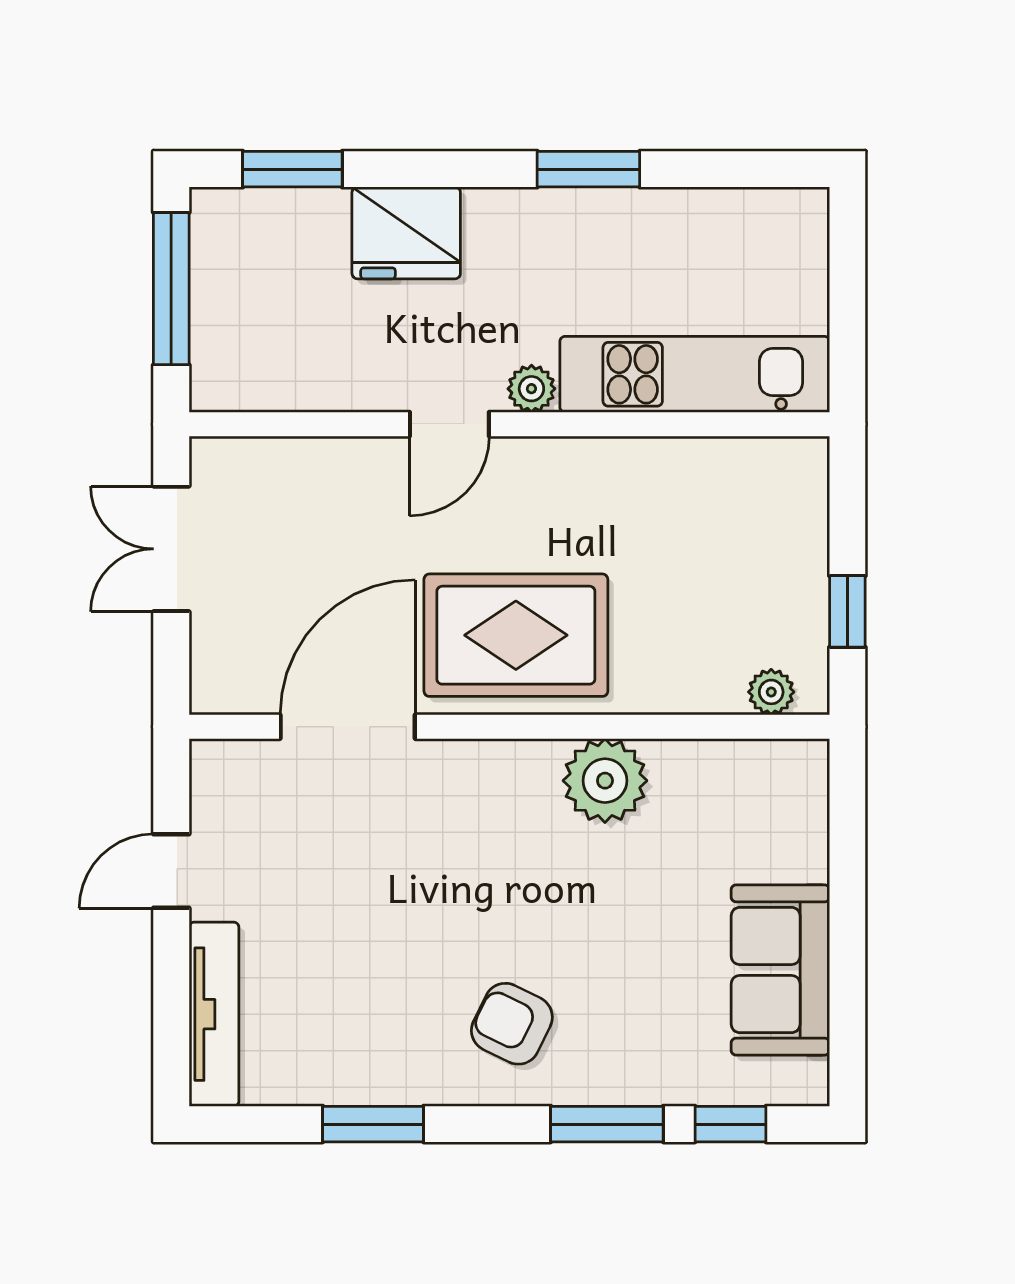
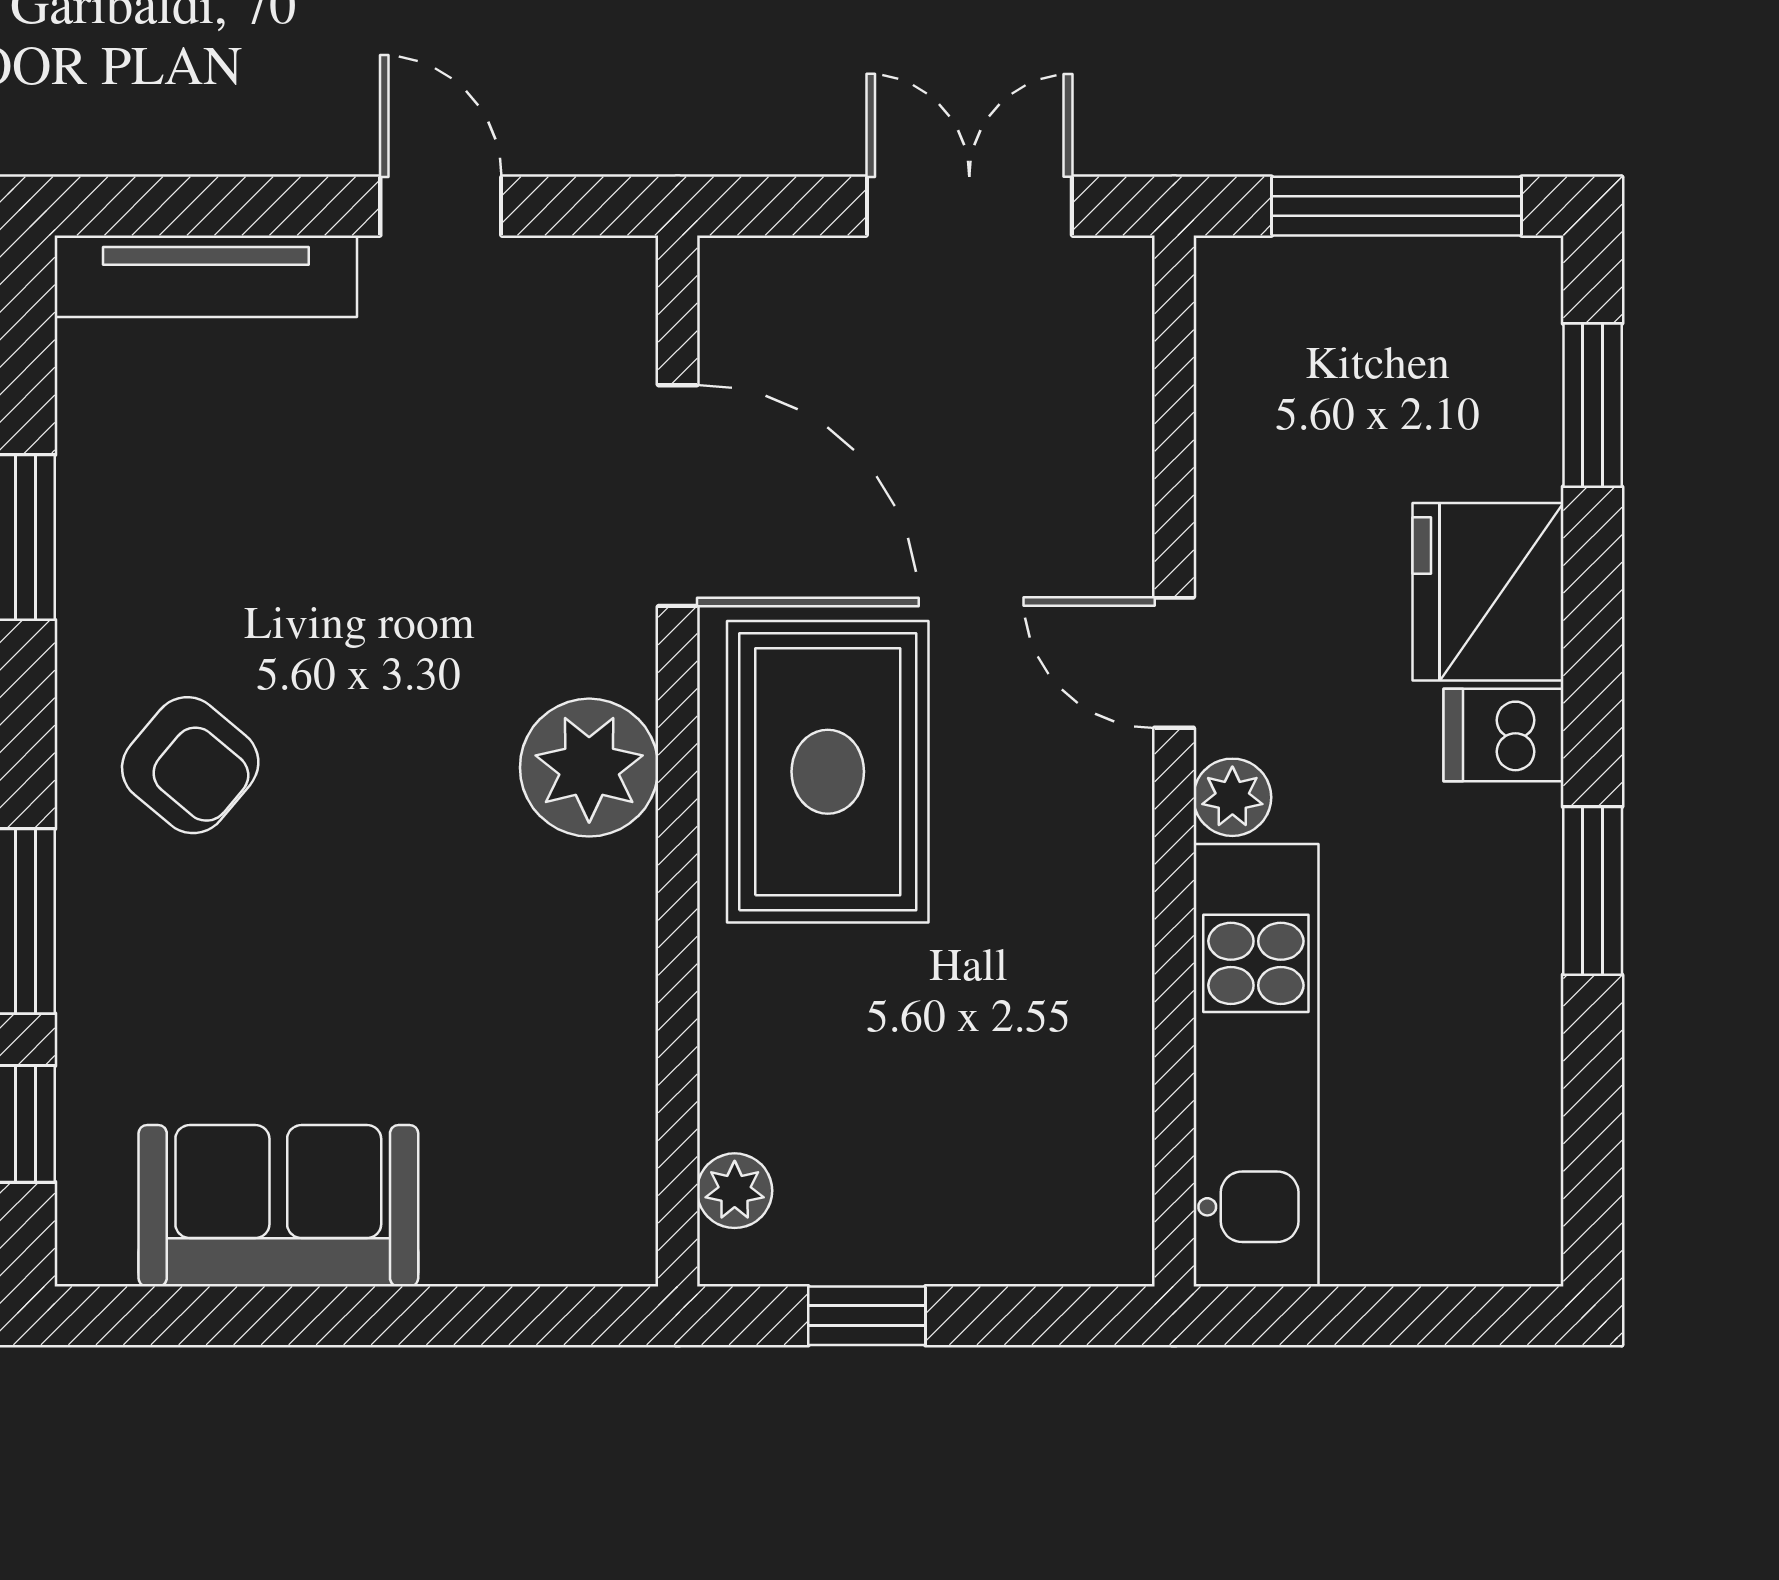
dishwasher: (493, 223) -> (1503, 735), added
plant: (605, 781) -> (589, 768), moved
armchair: (512, 1024) -> (190, 765), turned 104

